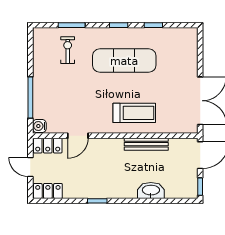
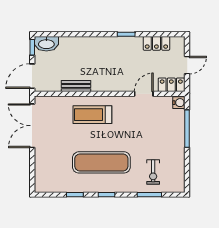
bench: (146, 144) -> (76, 86), width x0.73
door: (30, 167) -> (187, 65), hinge flipped
locker: (48, 191) -> (156, 43), moved
washbasin: (151, 191) -> (46, 44), moved

